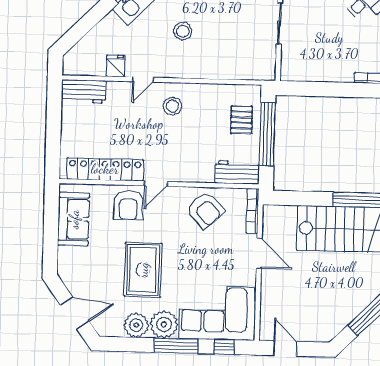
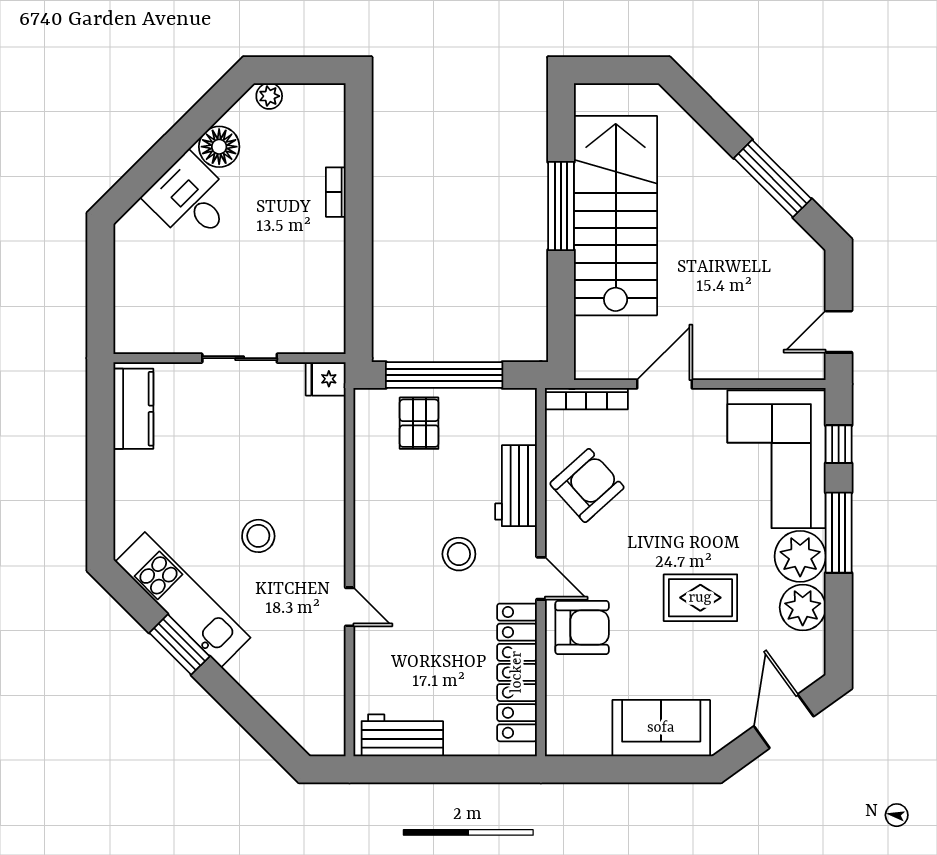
fridge: (116, 66) -> (326, 379), moved
workbench: (84, 92) -> (402, 735), moved, turned -90
stool: (172, 106) -> (459, 554), moved
pallet: (241, 120) -> (419, 423), turned 90
workbench: (237, 172) -> (516, 486), moved
sofa: (74, 219) -> (661, 728), moved
rug: (143, 270) -> (700, 598), width x0.73, depth x0.70

